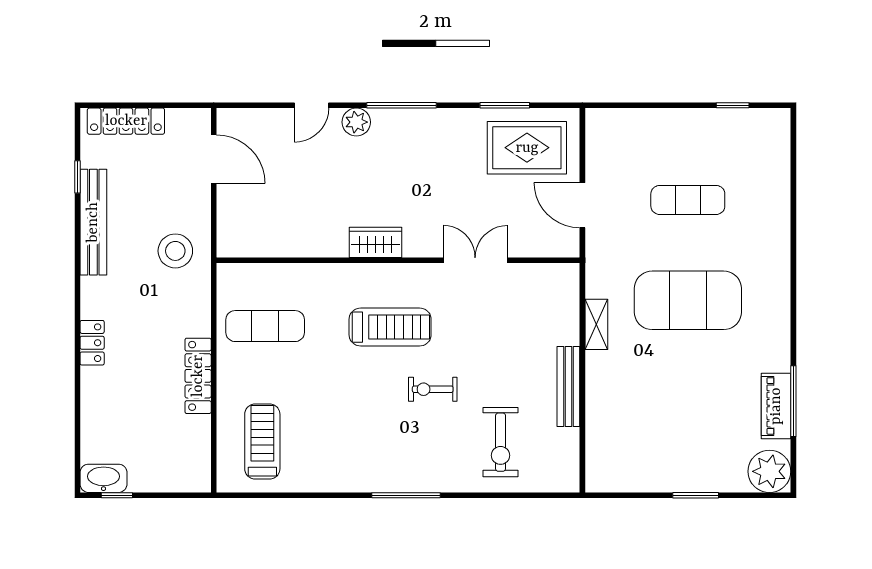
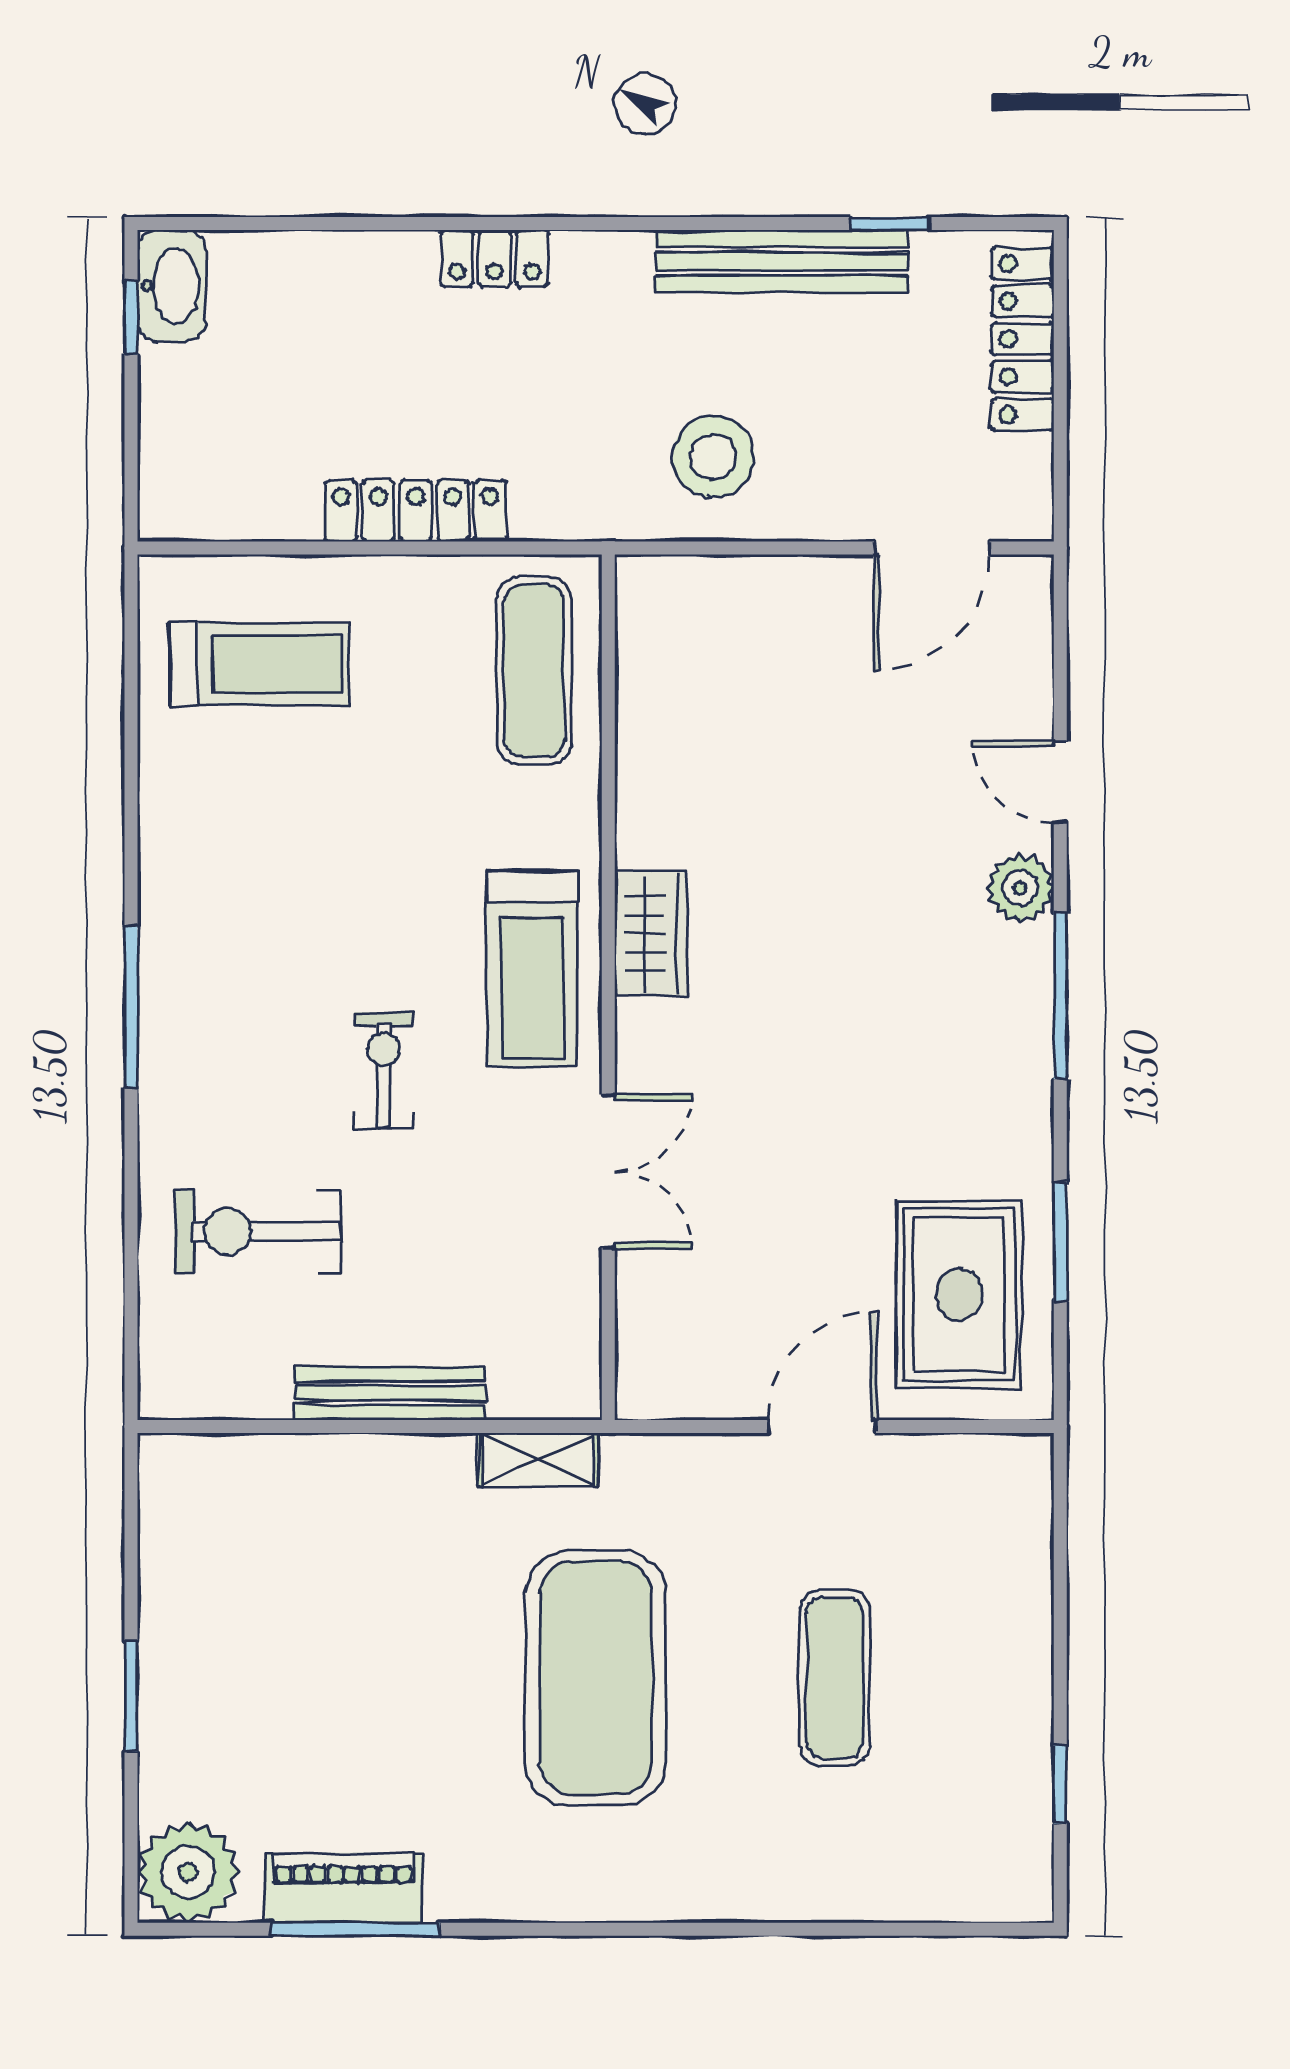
wardrobe: (375, 242) -> (651, 933), moved
wall: (398, 260) -> (608, 987), moved
double door: (475, 260) -> (608, 1171), moved

